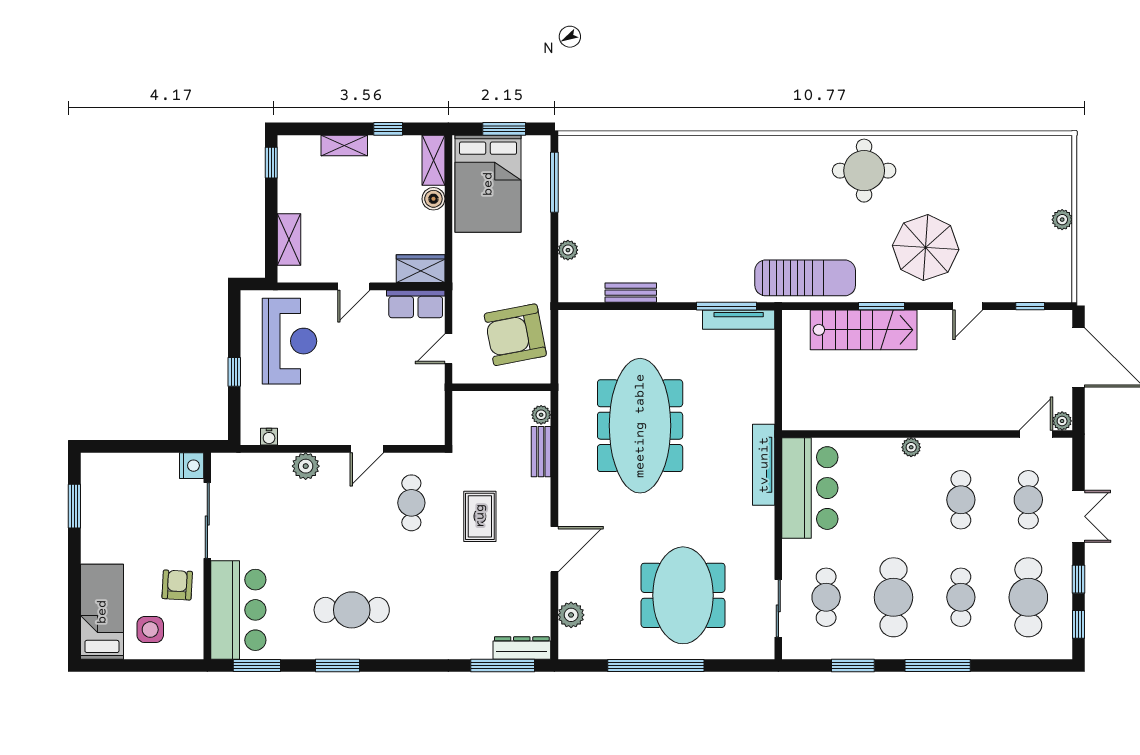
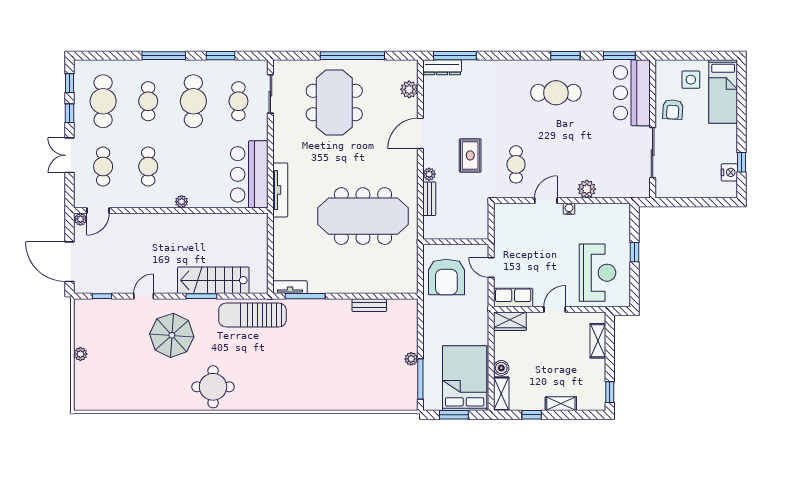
plant: (568, 250) -> (411, 359), moved
tv unit: (739, 320) -> (290, 287), width x0.71
armchair: (515, 335) -> (446, 277), turned 101
reception desk: (290, 341) -> (598, 273), turned 180
door: (448, 349) -> (491, 268), swing flipped
plant: (541, 415) -> (429, 174), moved
meeting table: (640, 426) -> (363, 216), turned 90
water cooler: (269, 437) -> (569, 209), moved
nightstand: (192, 466) -> (729, 172), moved, turned 180
window: (74, 506) -> (742, 162), width x0.67

